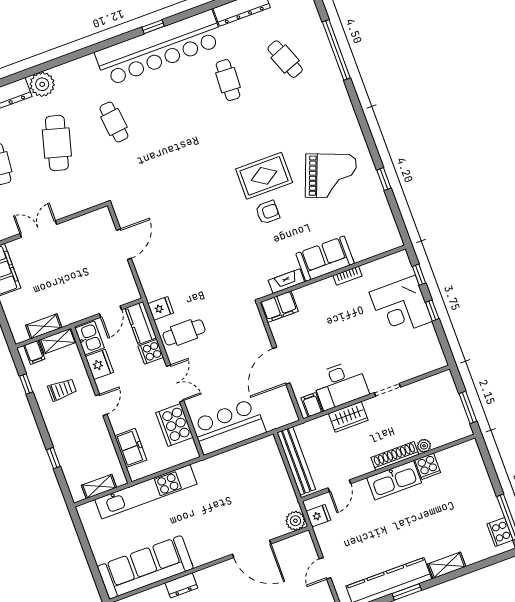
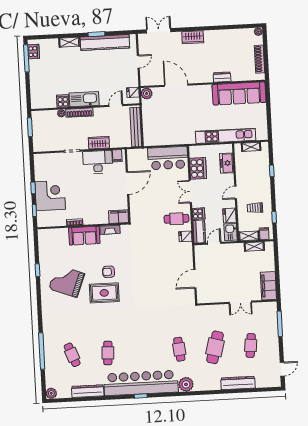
plant: (42, 84) -> (186, 384), moved

